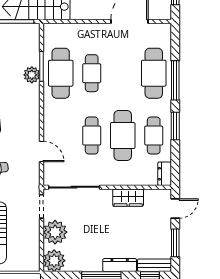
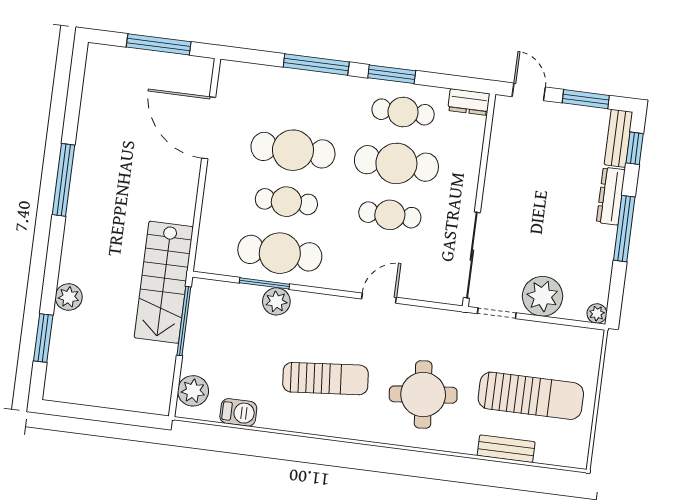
cafe table: (154, 73) -> (293, 150), moved
door: (42, 152) -> (379, 298), moved
wardrobe: (128, 198) -> (501, 168), removed
plant: (54, 261) -> (597, 313), width x0.53, depth x0.53

